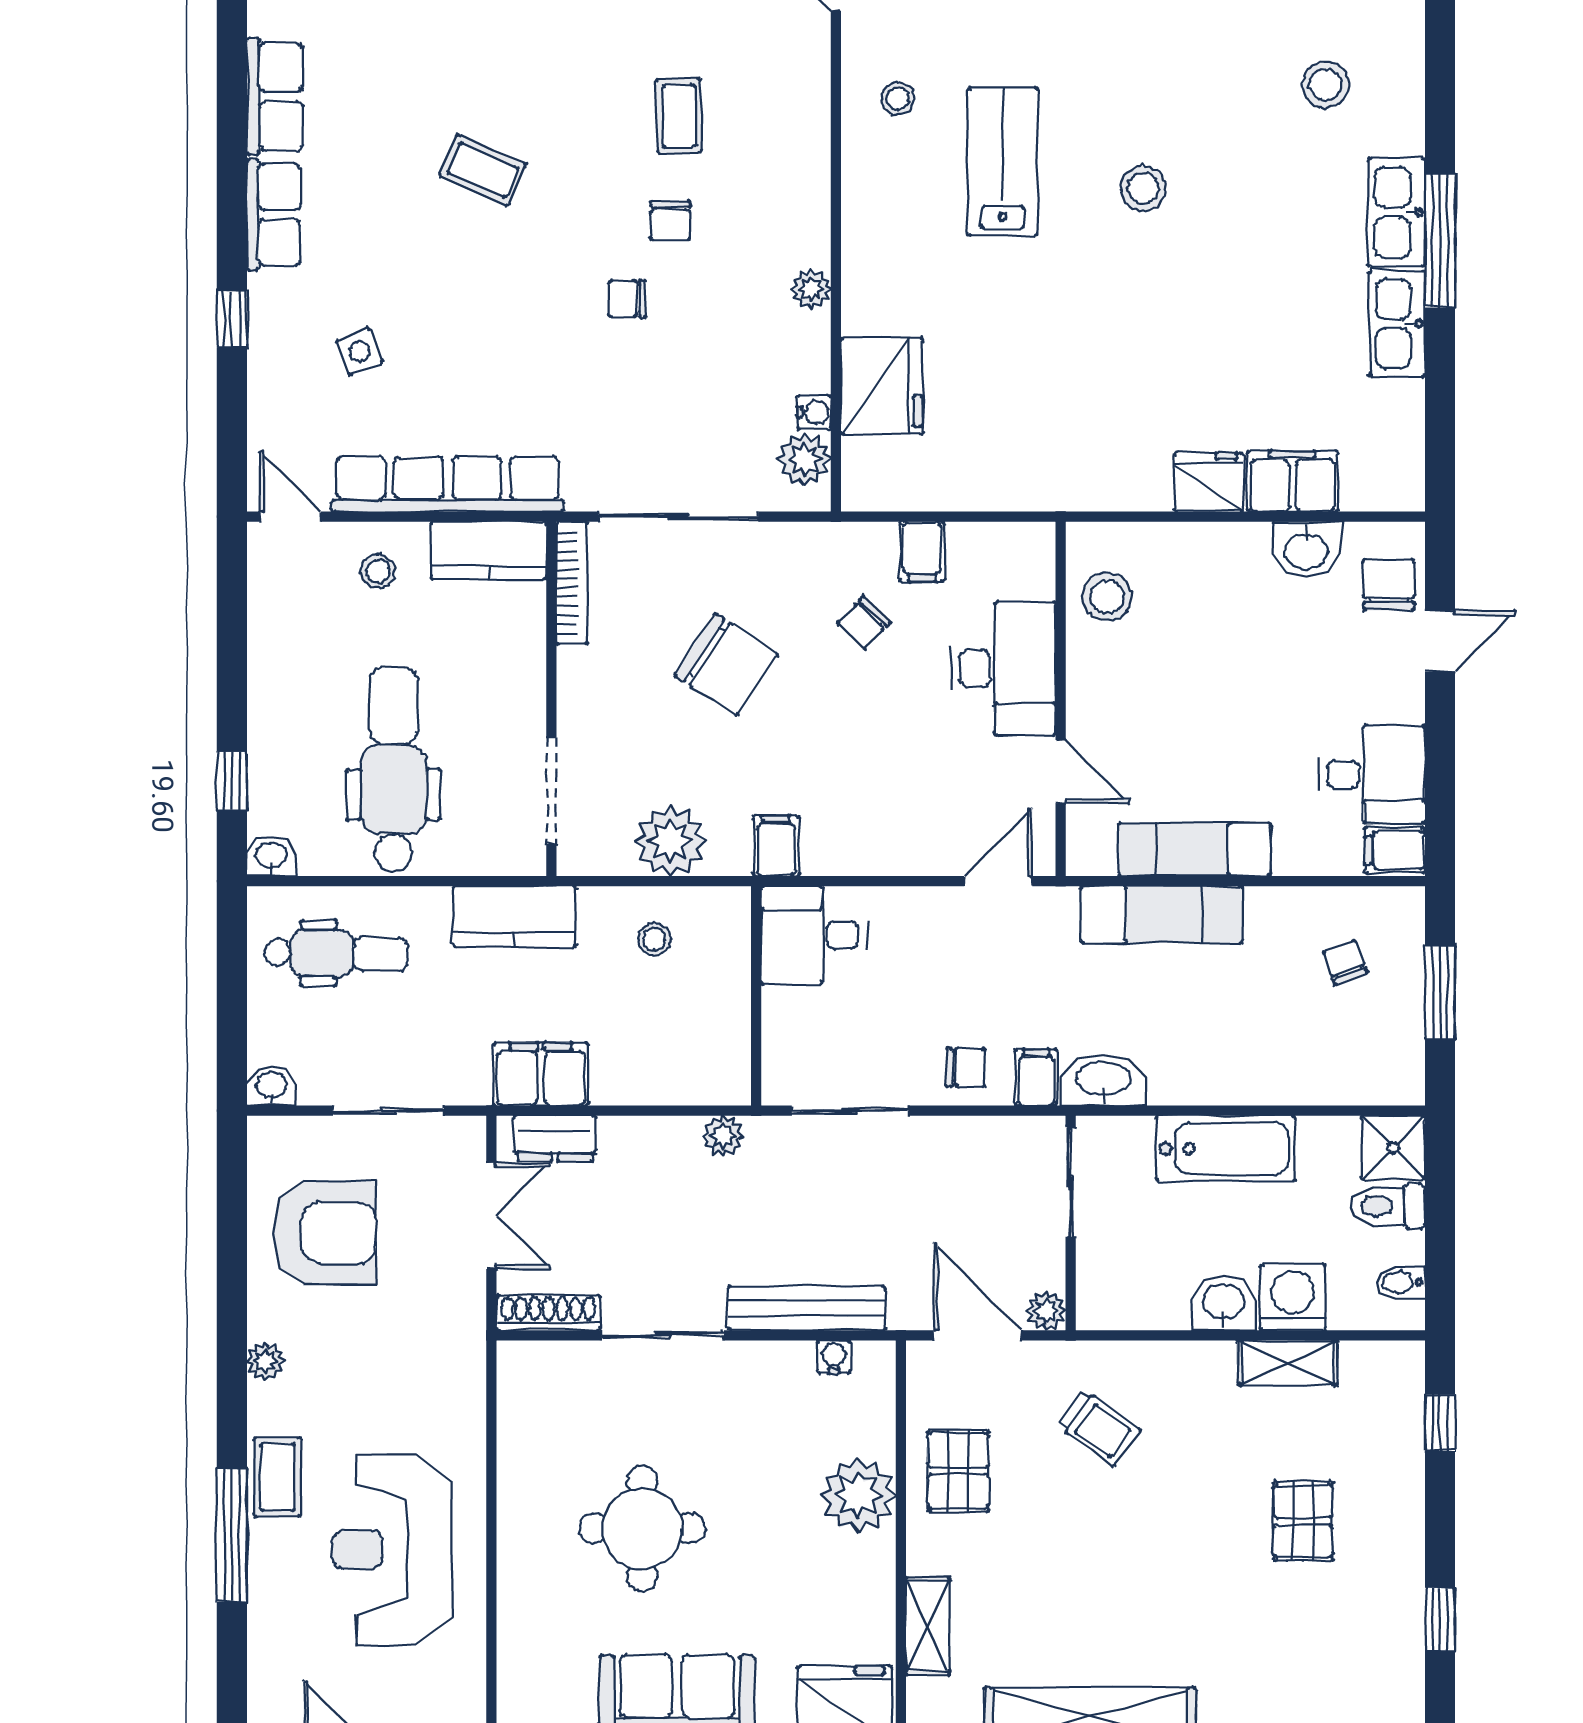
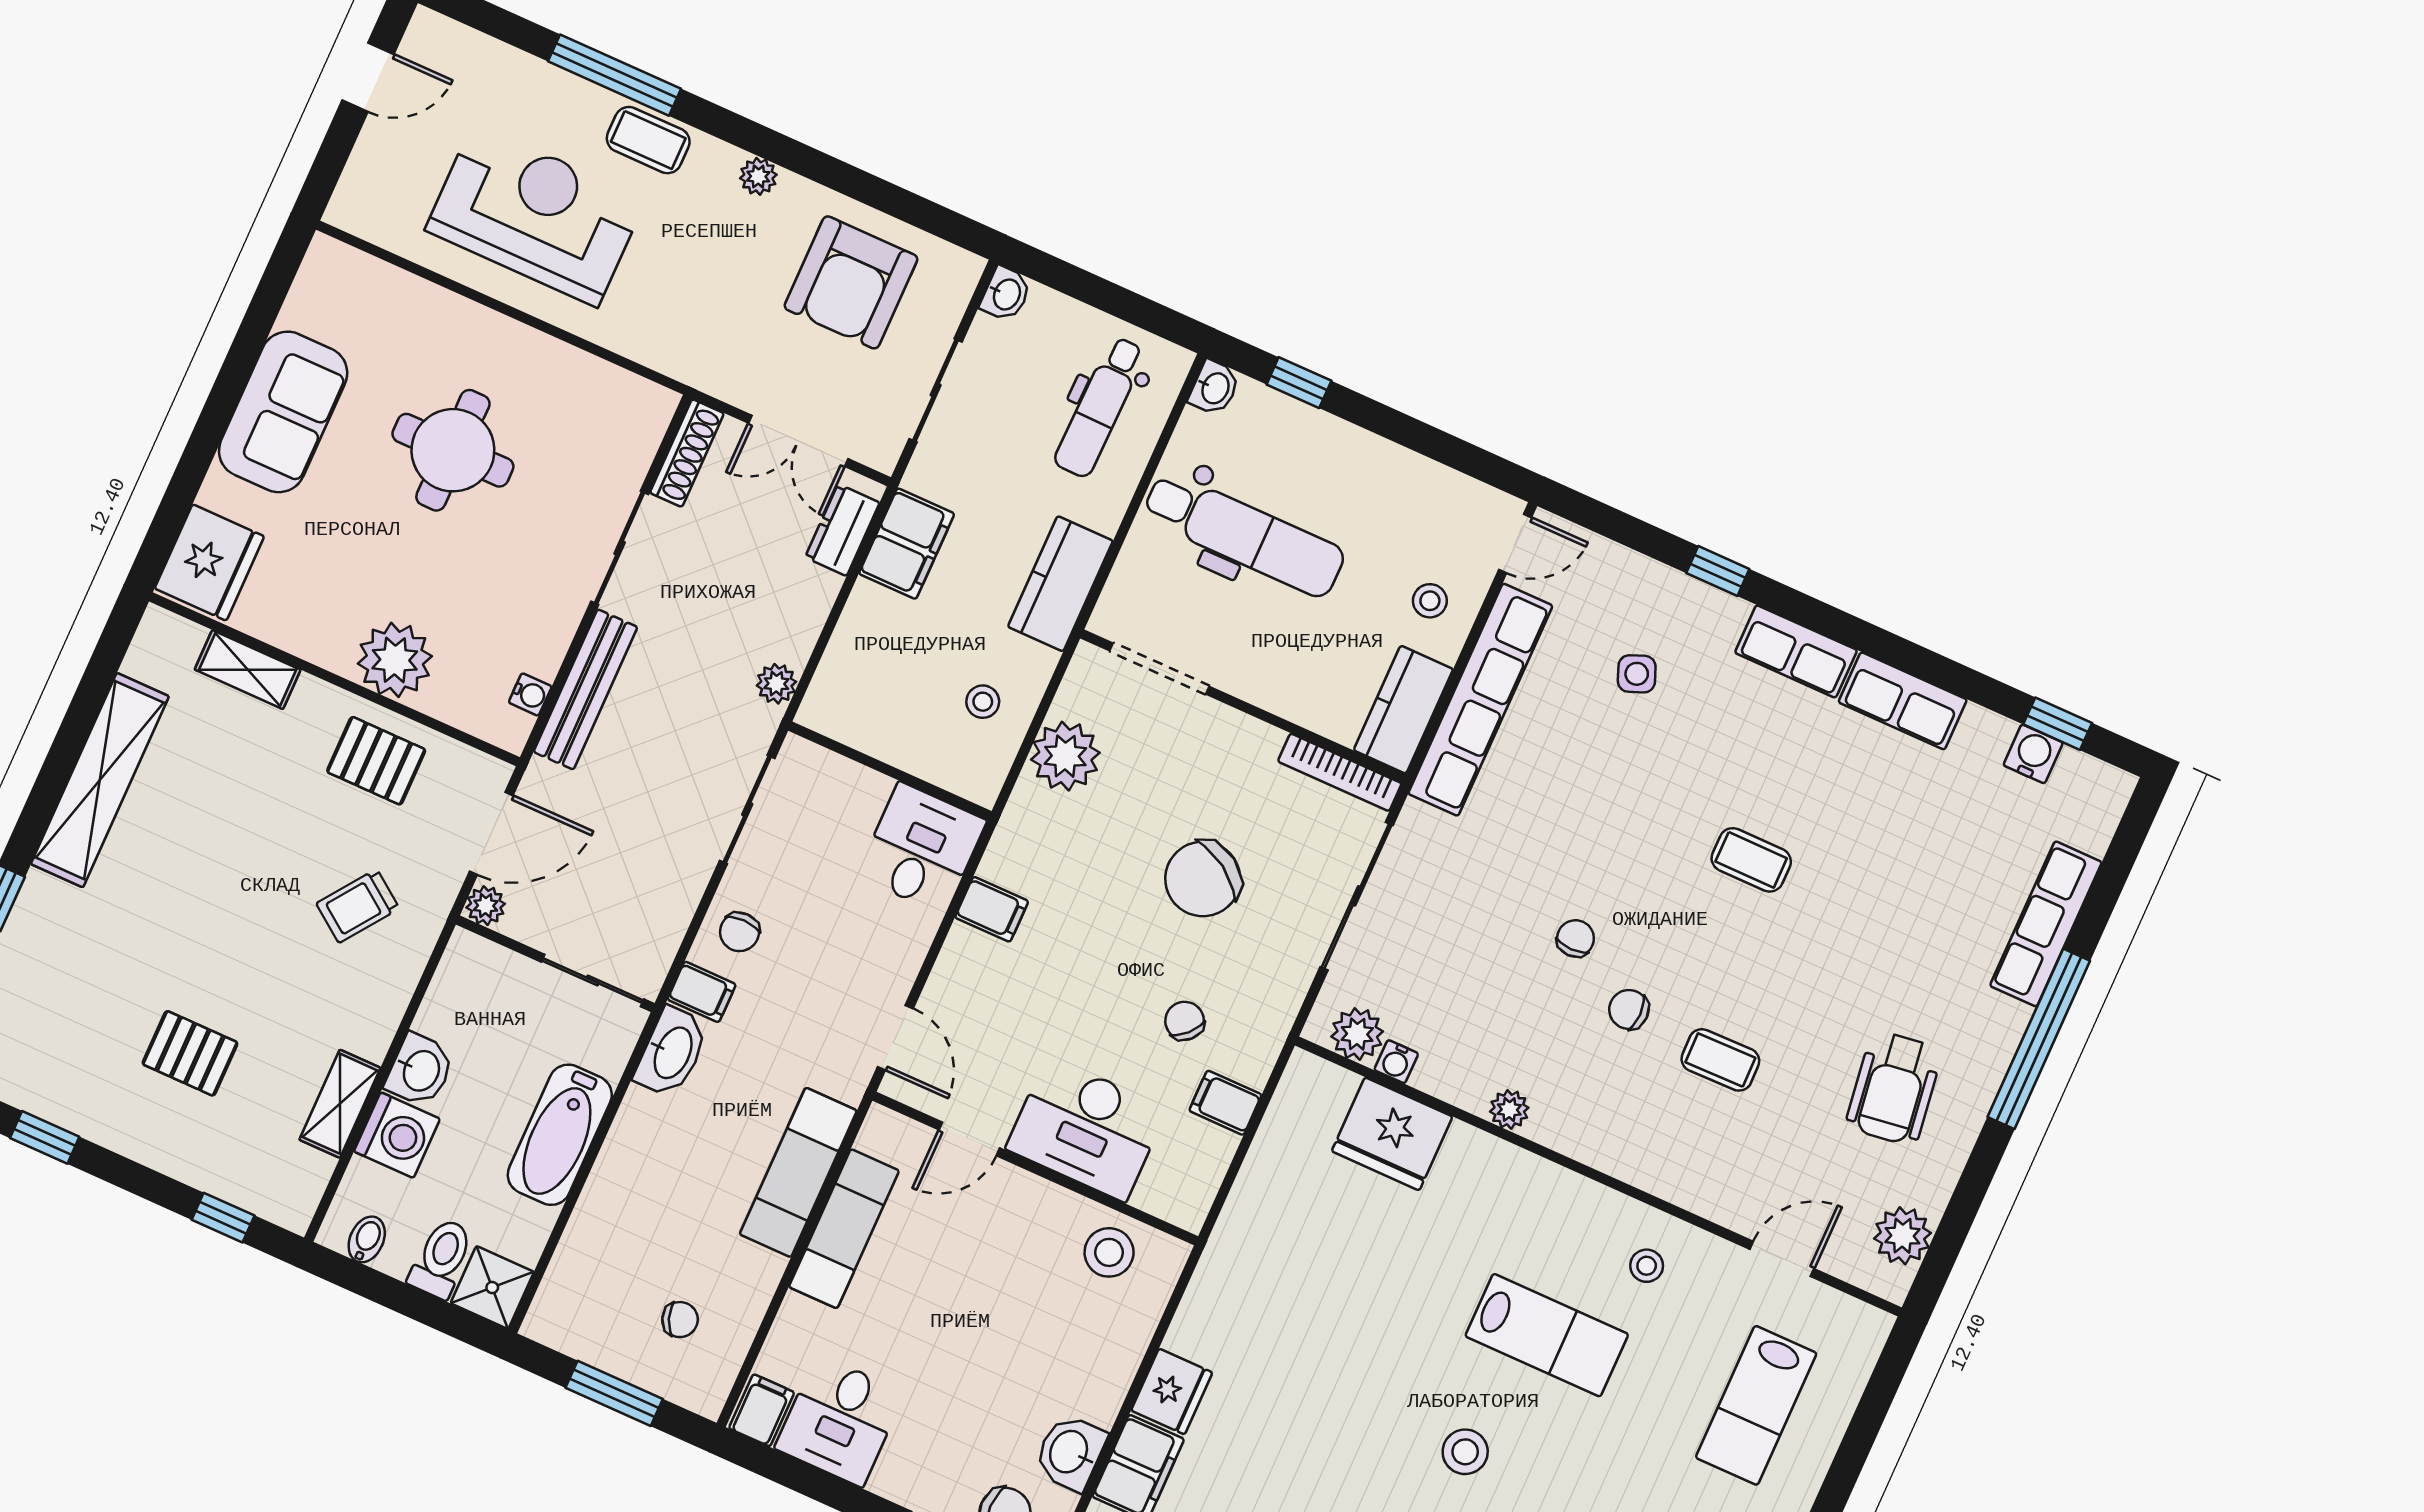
coffee table: (483, 170) -> (1751, 860), turned 66
filing cabinet: (776, 846) -> (992, 909), moved

